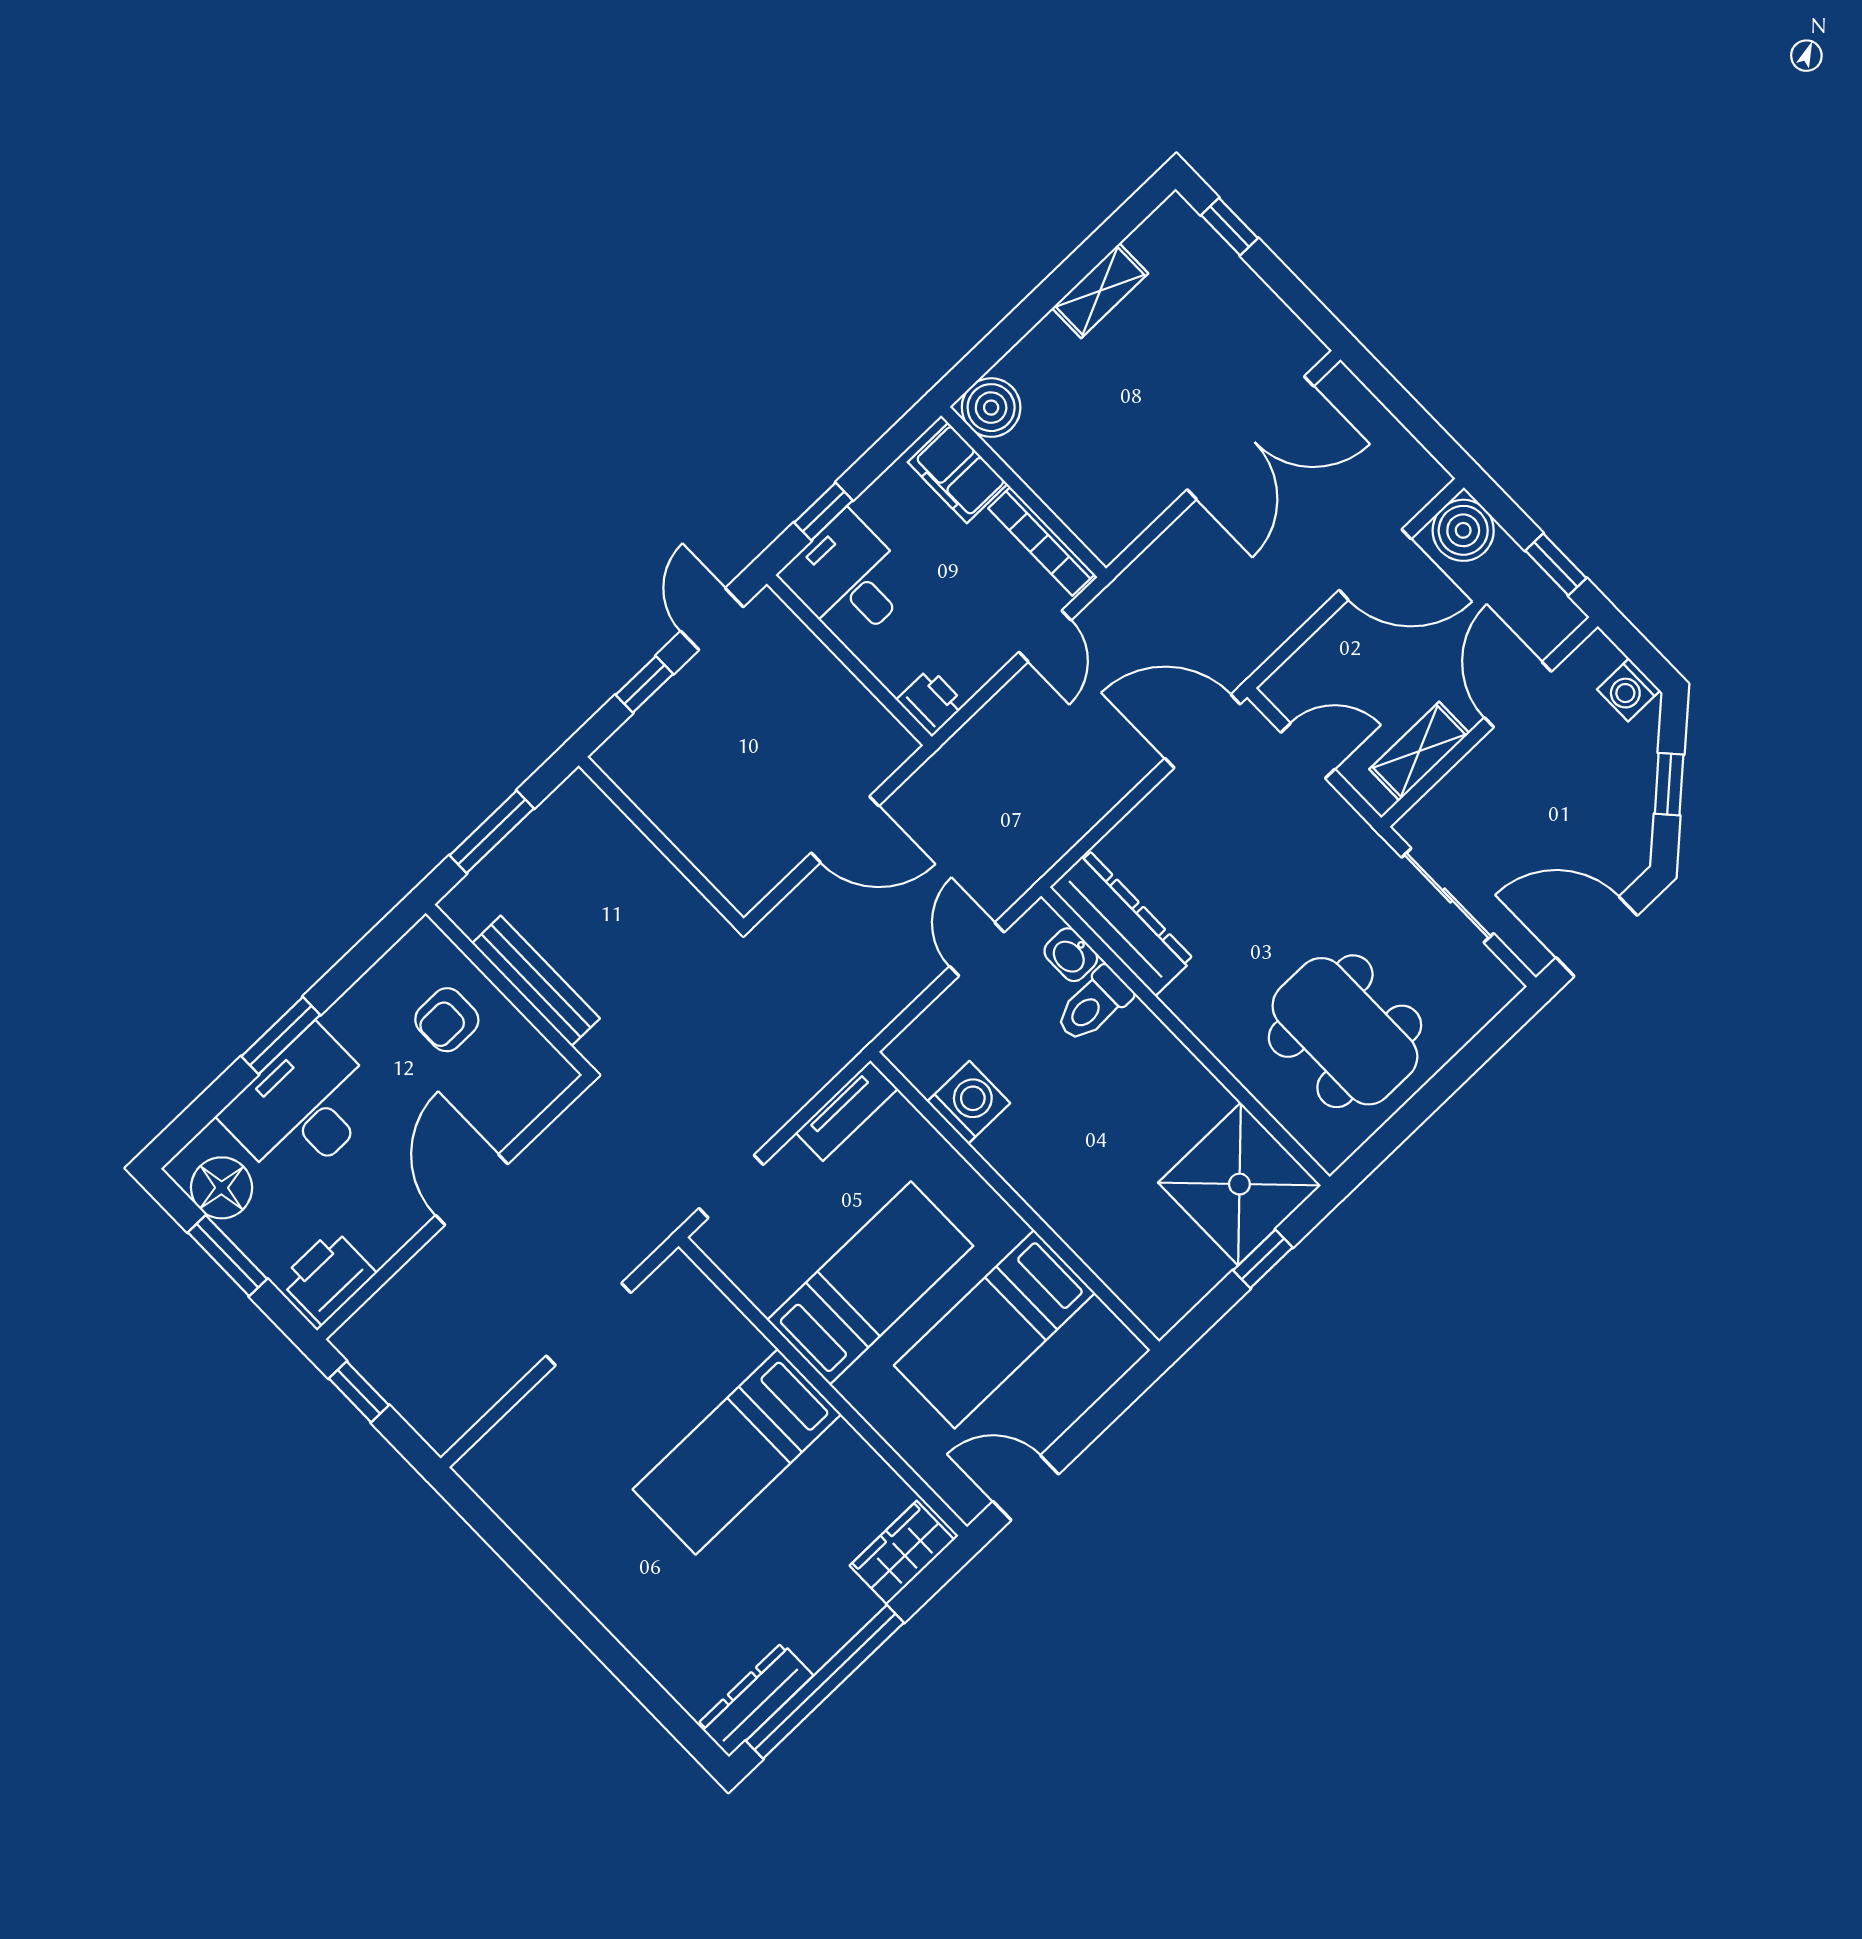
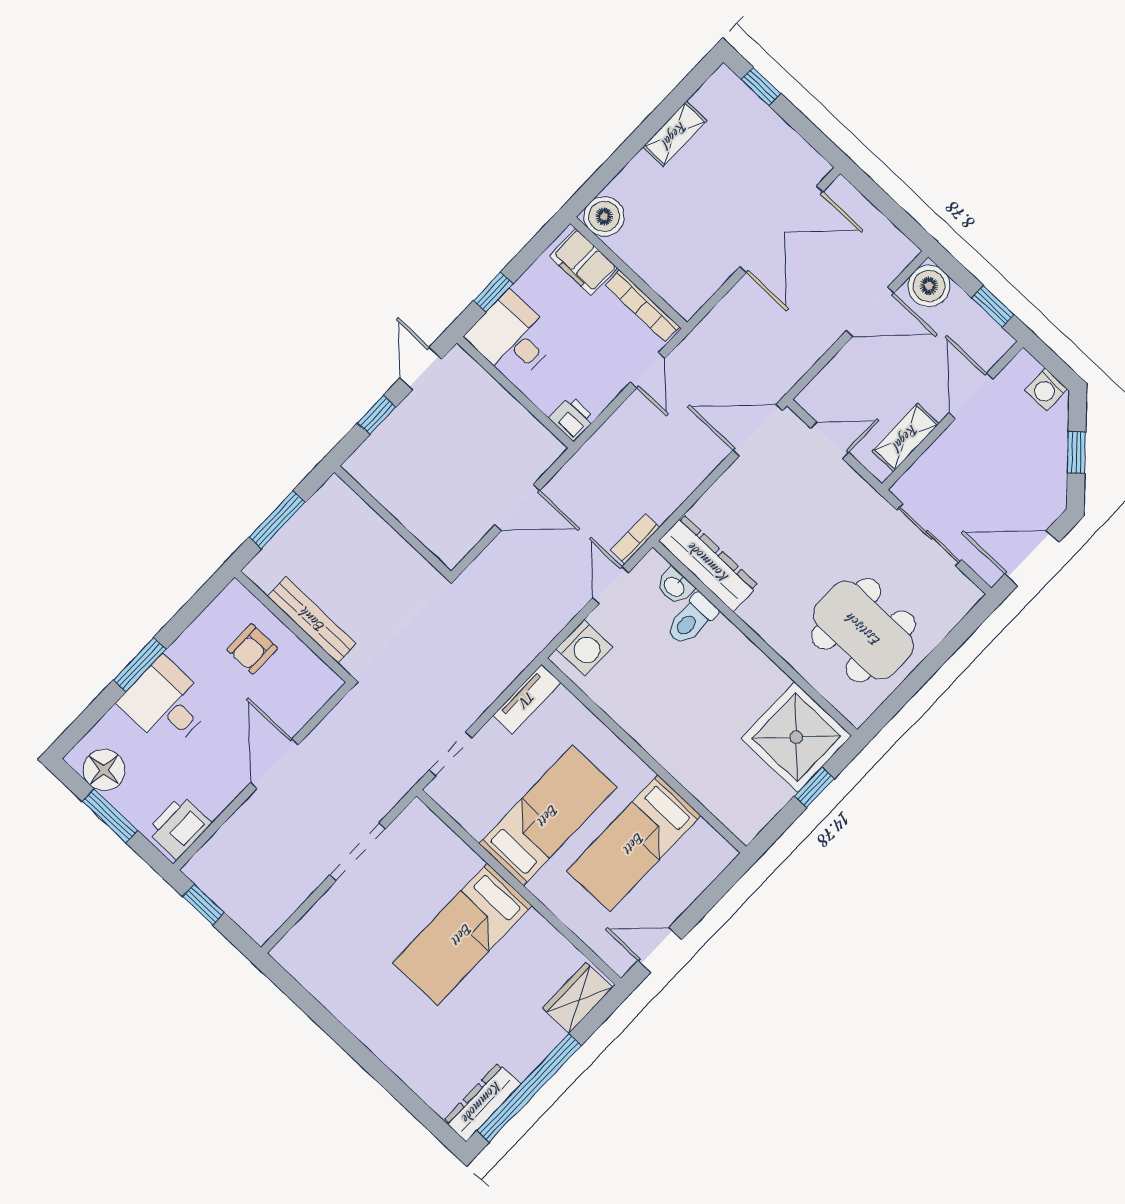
bookcase: (1016, 883) -> (635, 539), added
washing machine: (969, 1102) -> (585, 648), moved, turned 90
desk: (303, 1107) -> (166, 704), width x0.73

